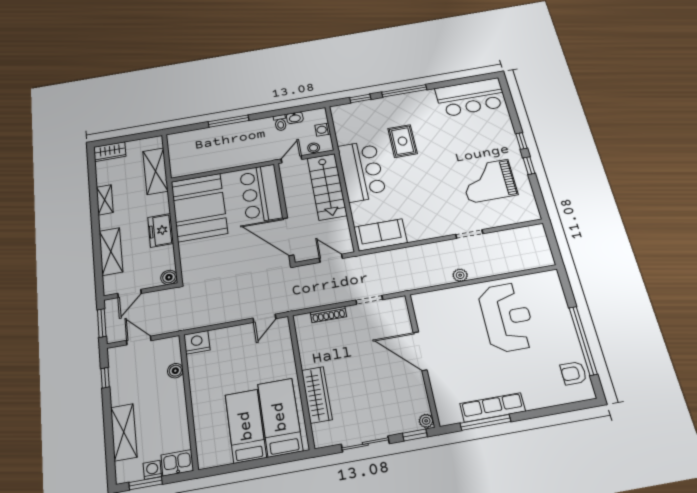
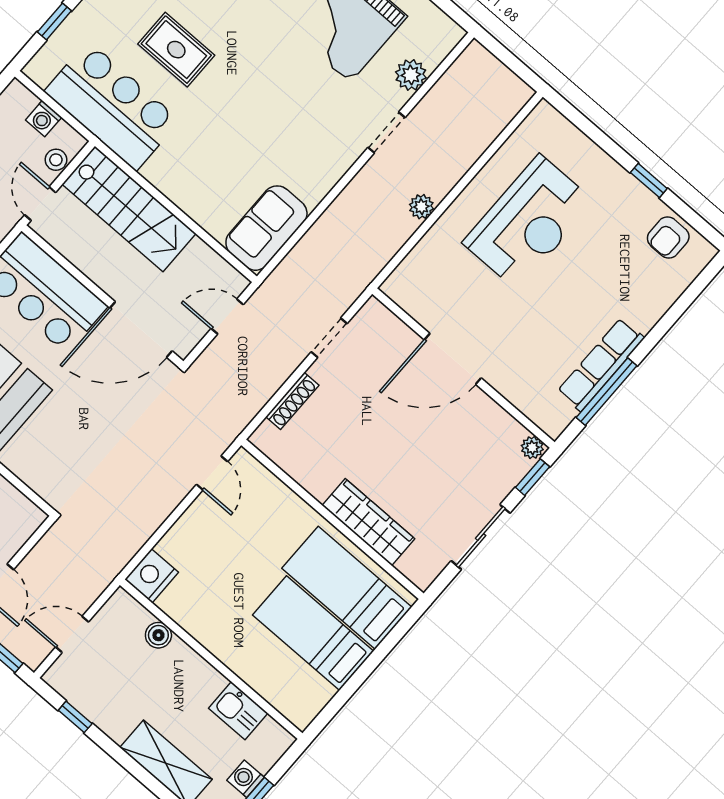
bar counter: (362, 171) -> (112, 106), moved
plant: (500, 219) -> (411, 75), added
boiler: (169, 277) -> (30, 517), removed
reception desk: (507, 317) -> (528, 222), turned 90
window: (583, 341) -> (649, 181), width x0.32
kitchen sink: (177, 463) -> (238, 711), moved, turned -90

